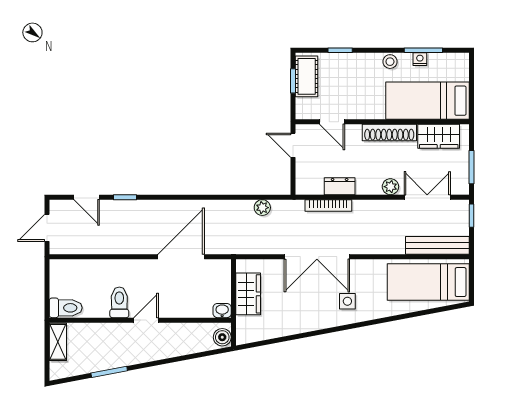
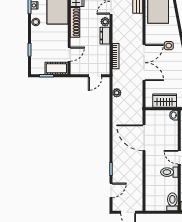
cot: (307, 76) -> (56, 68), moved
door: (293, 145) -> (95, 76), moved
dresser: (340, 186) -> (105, 36), moved

